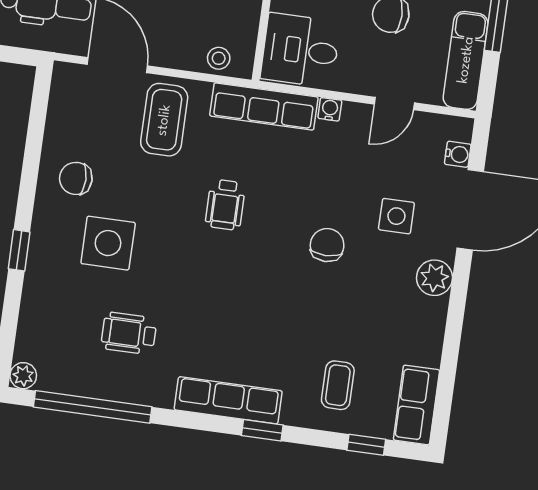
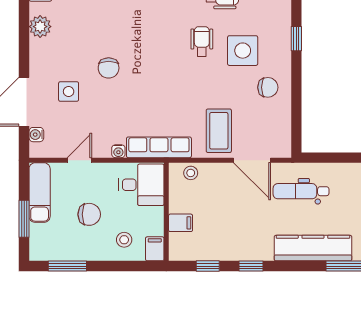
wheelchair: (225, 205) -> (202, 41), moved
plant: (434, 278) -> (40, 27), moved

